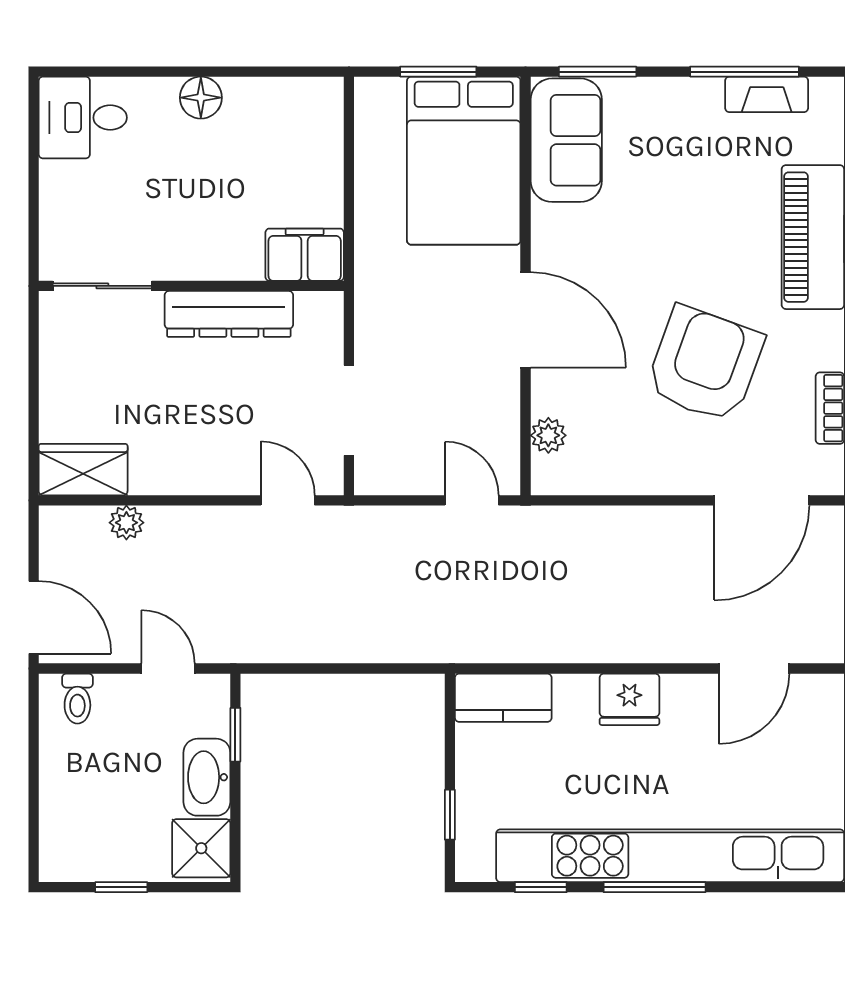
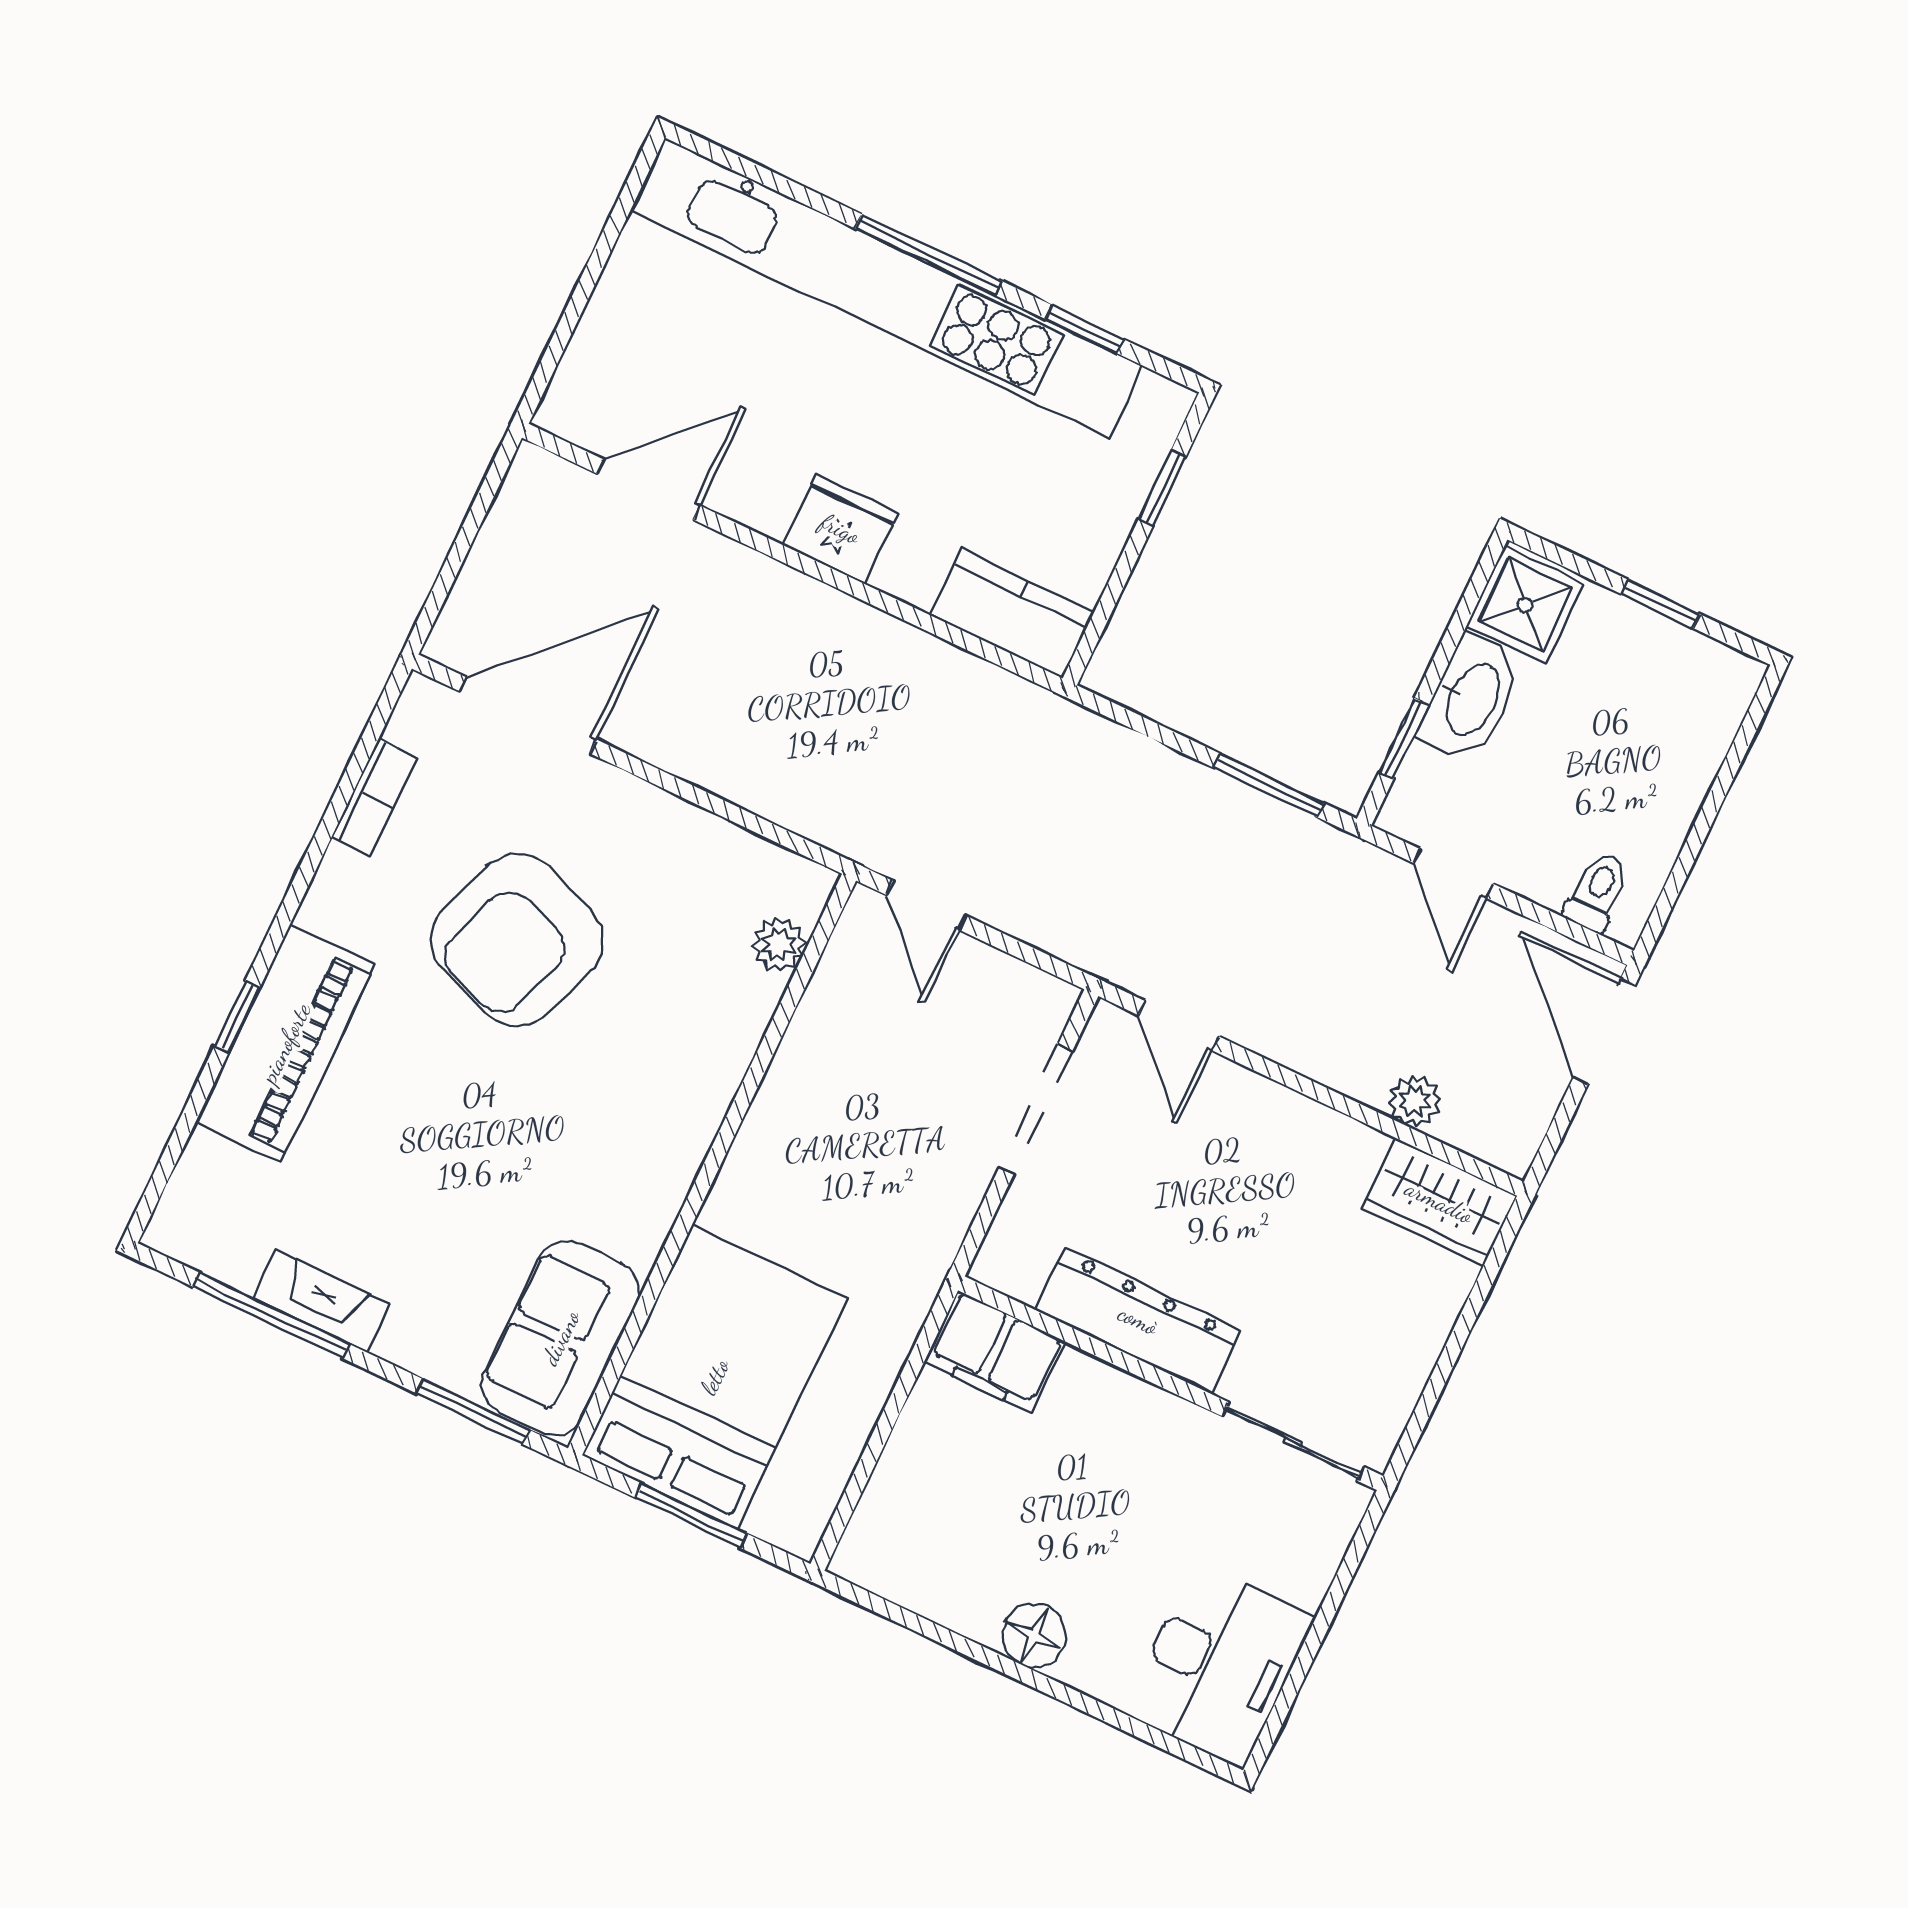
fireplace: (767, 94) -> (321, 1301), moved
desk: (83, 118) -> (1219, 1665), width x1.37
door: (526, 320) -> (734, 1118), removed
window: (302, 669) -> (1269, 785), added

